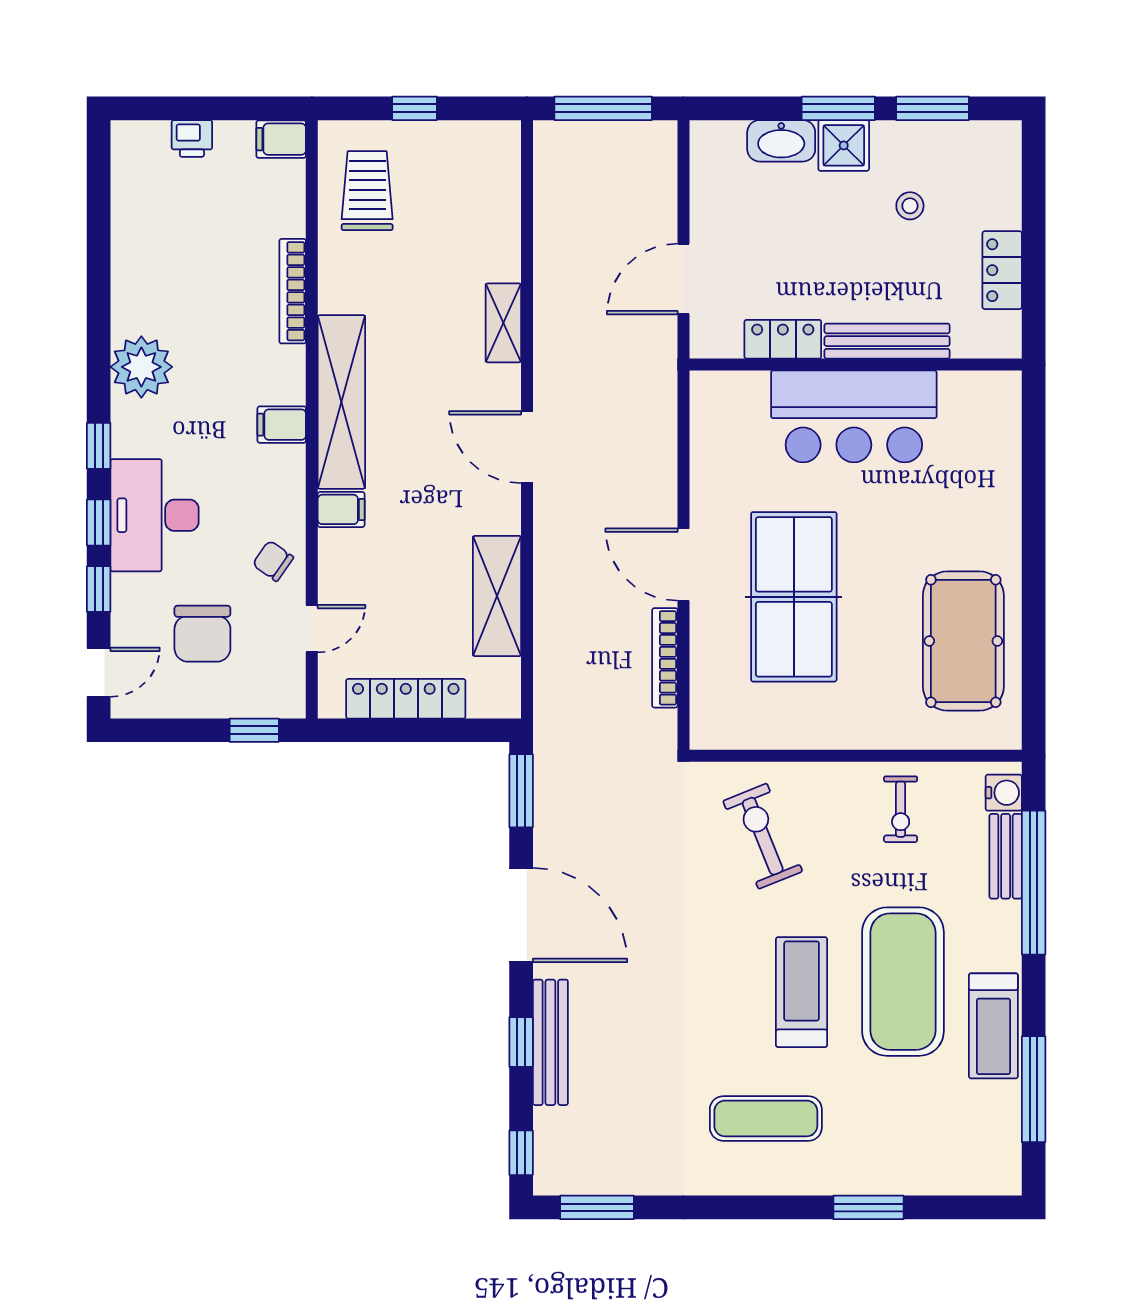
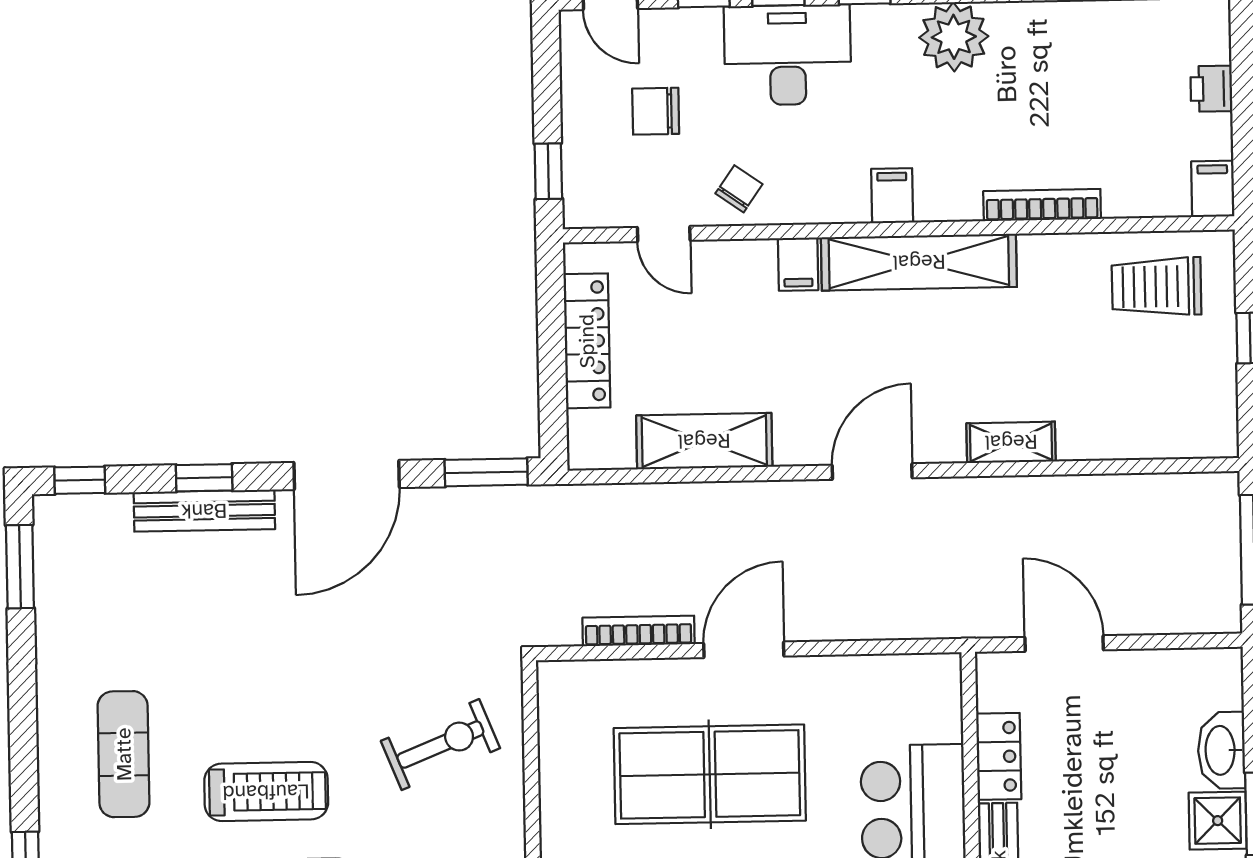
trolley: (367, 191) -> (1157, 287), turned 180
chair: (202, 634) -> (656, 111), width x0.73, depth x0.73

